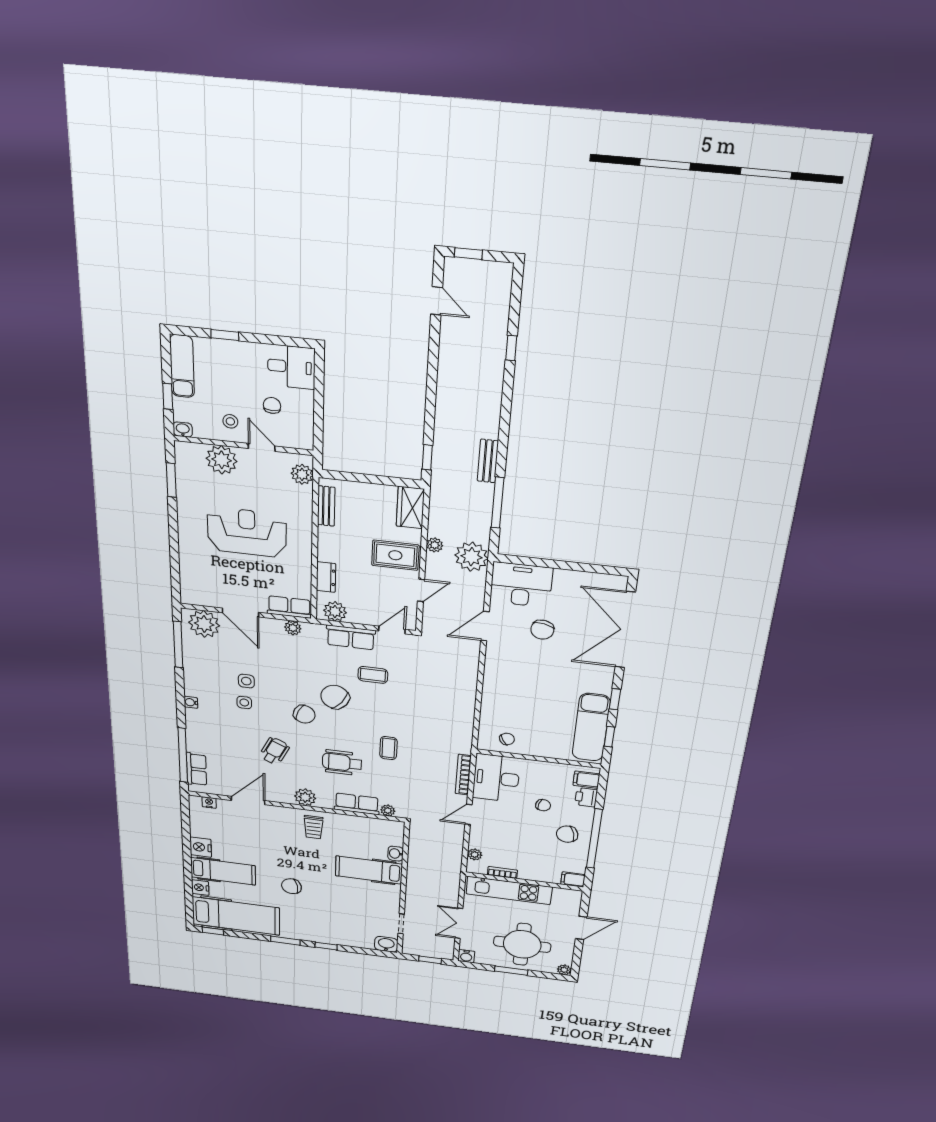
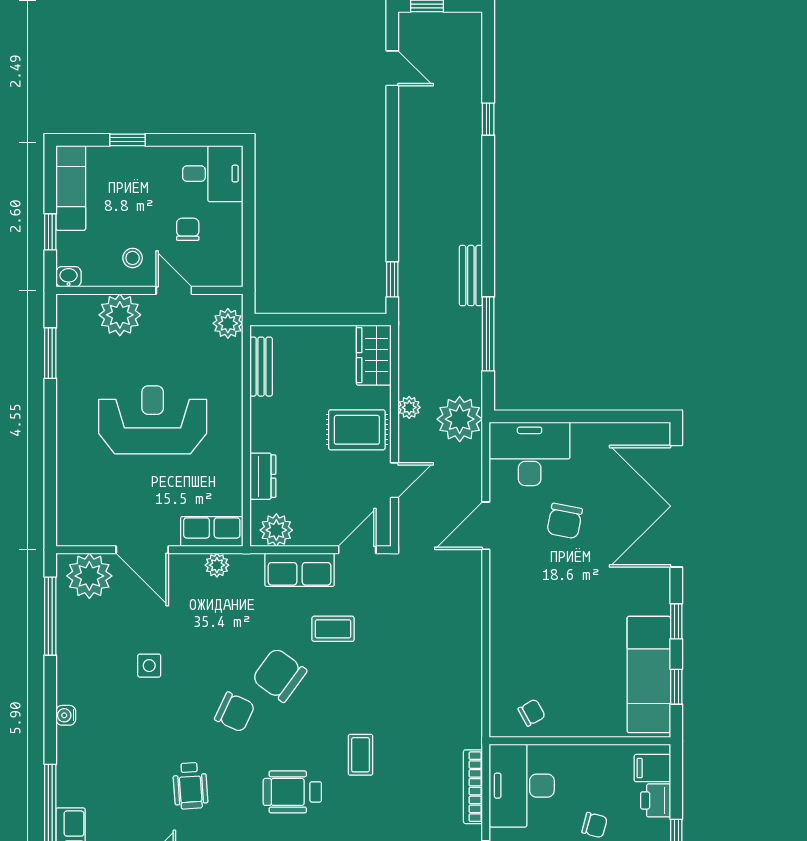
side table: (244, 703) -> (146, 704), removed
wheelchair: (274, 751) -> (190, 786), turned 150

